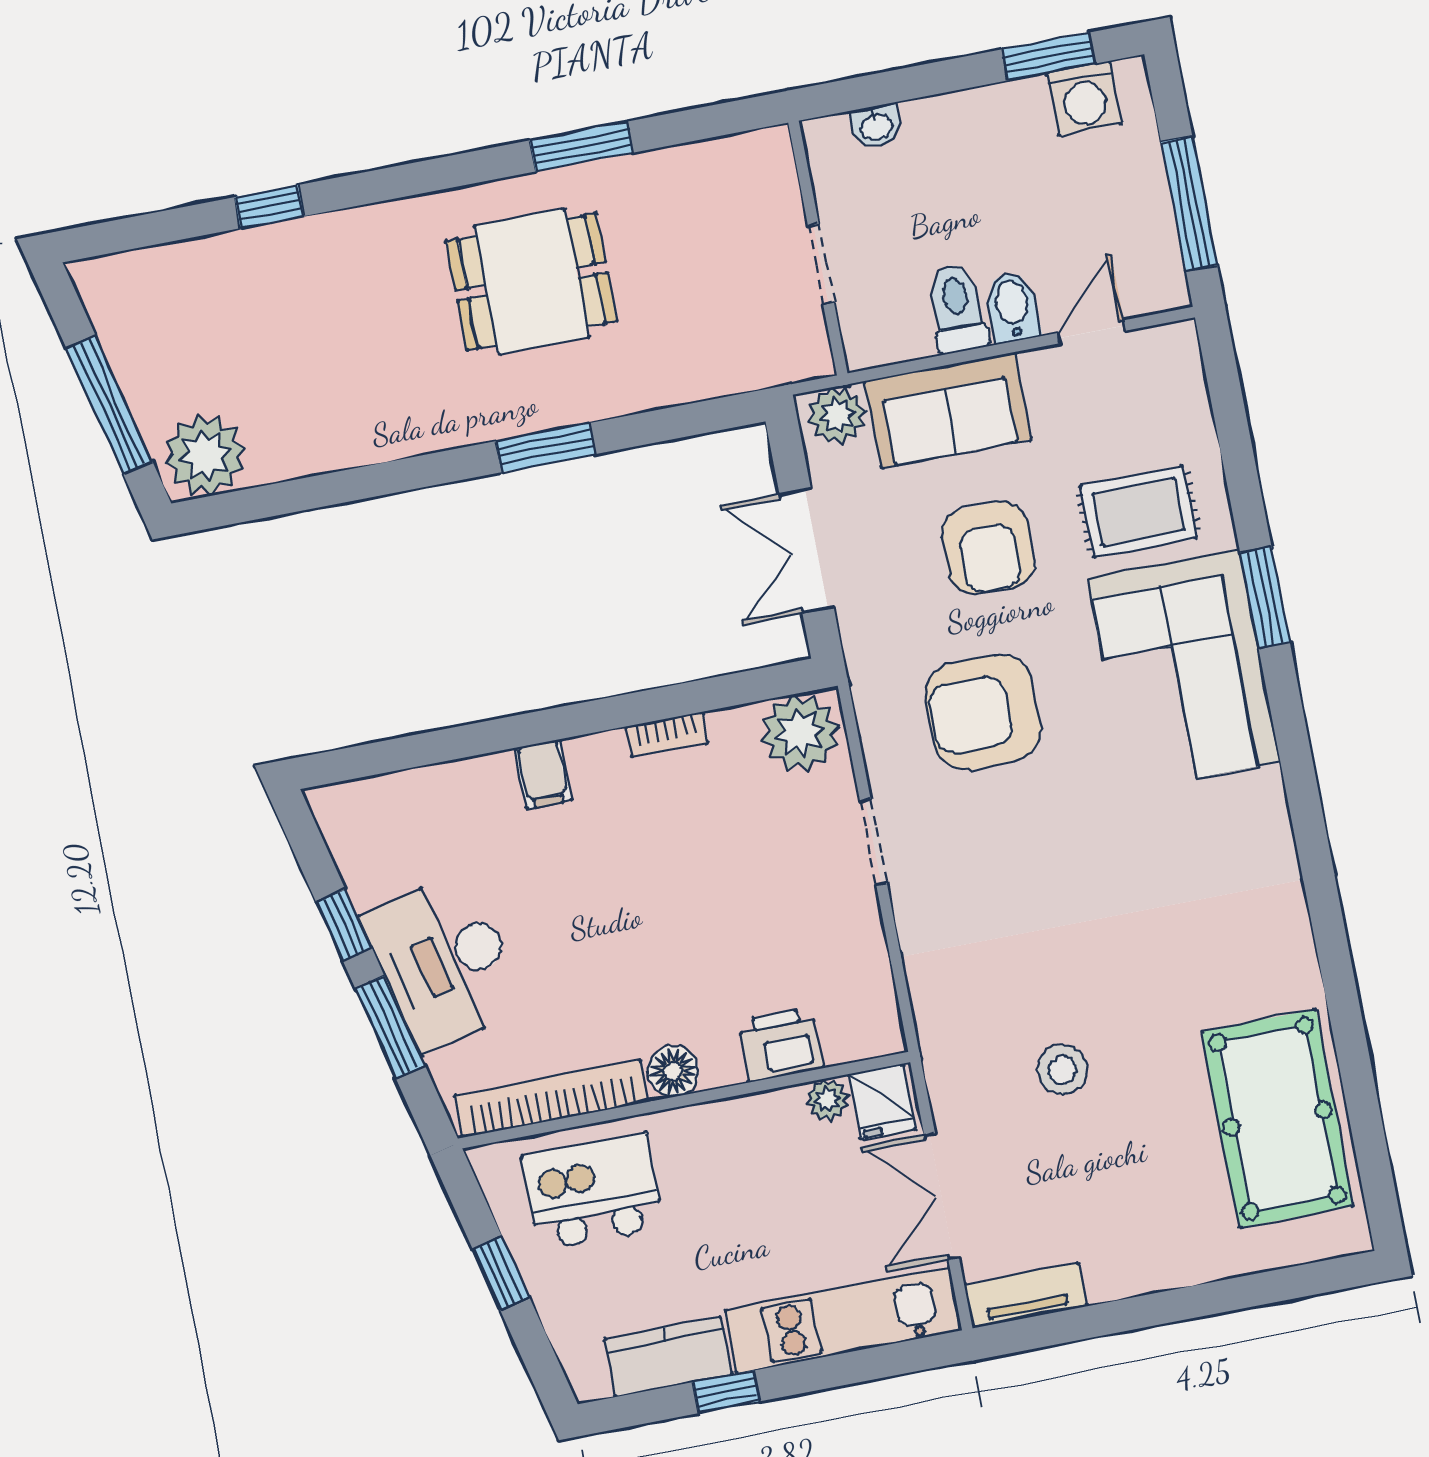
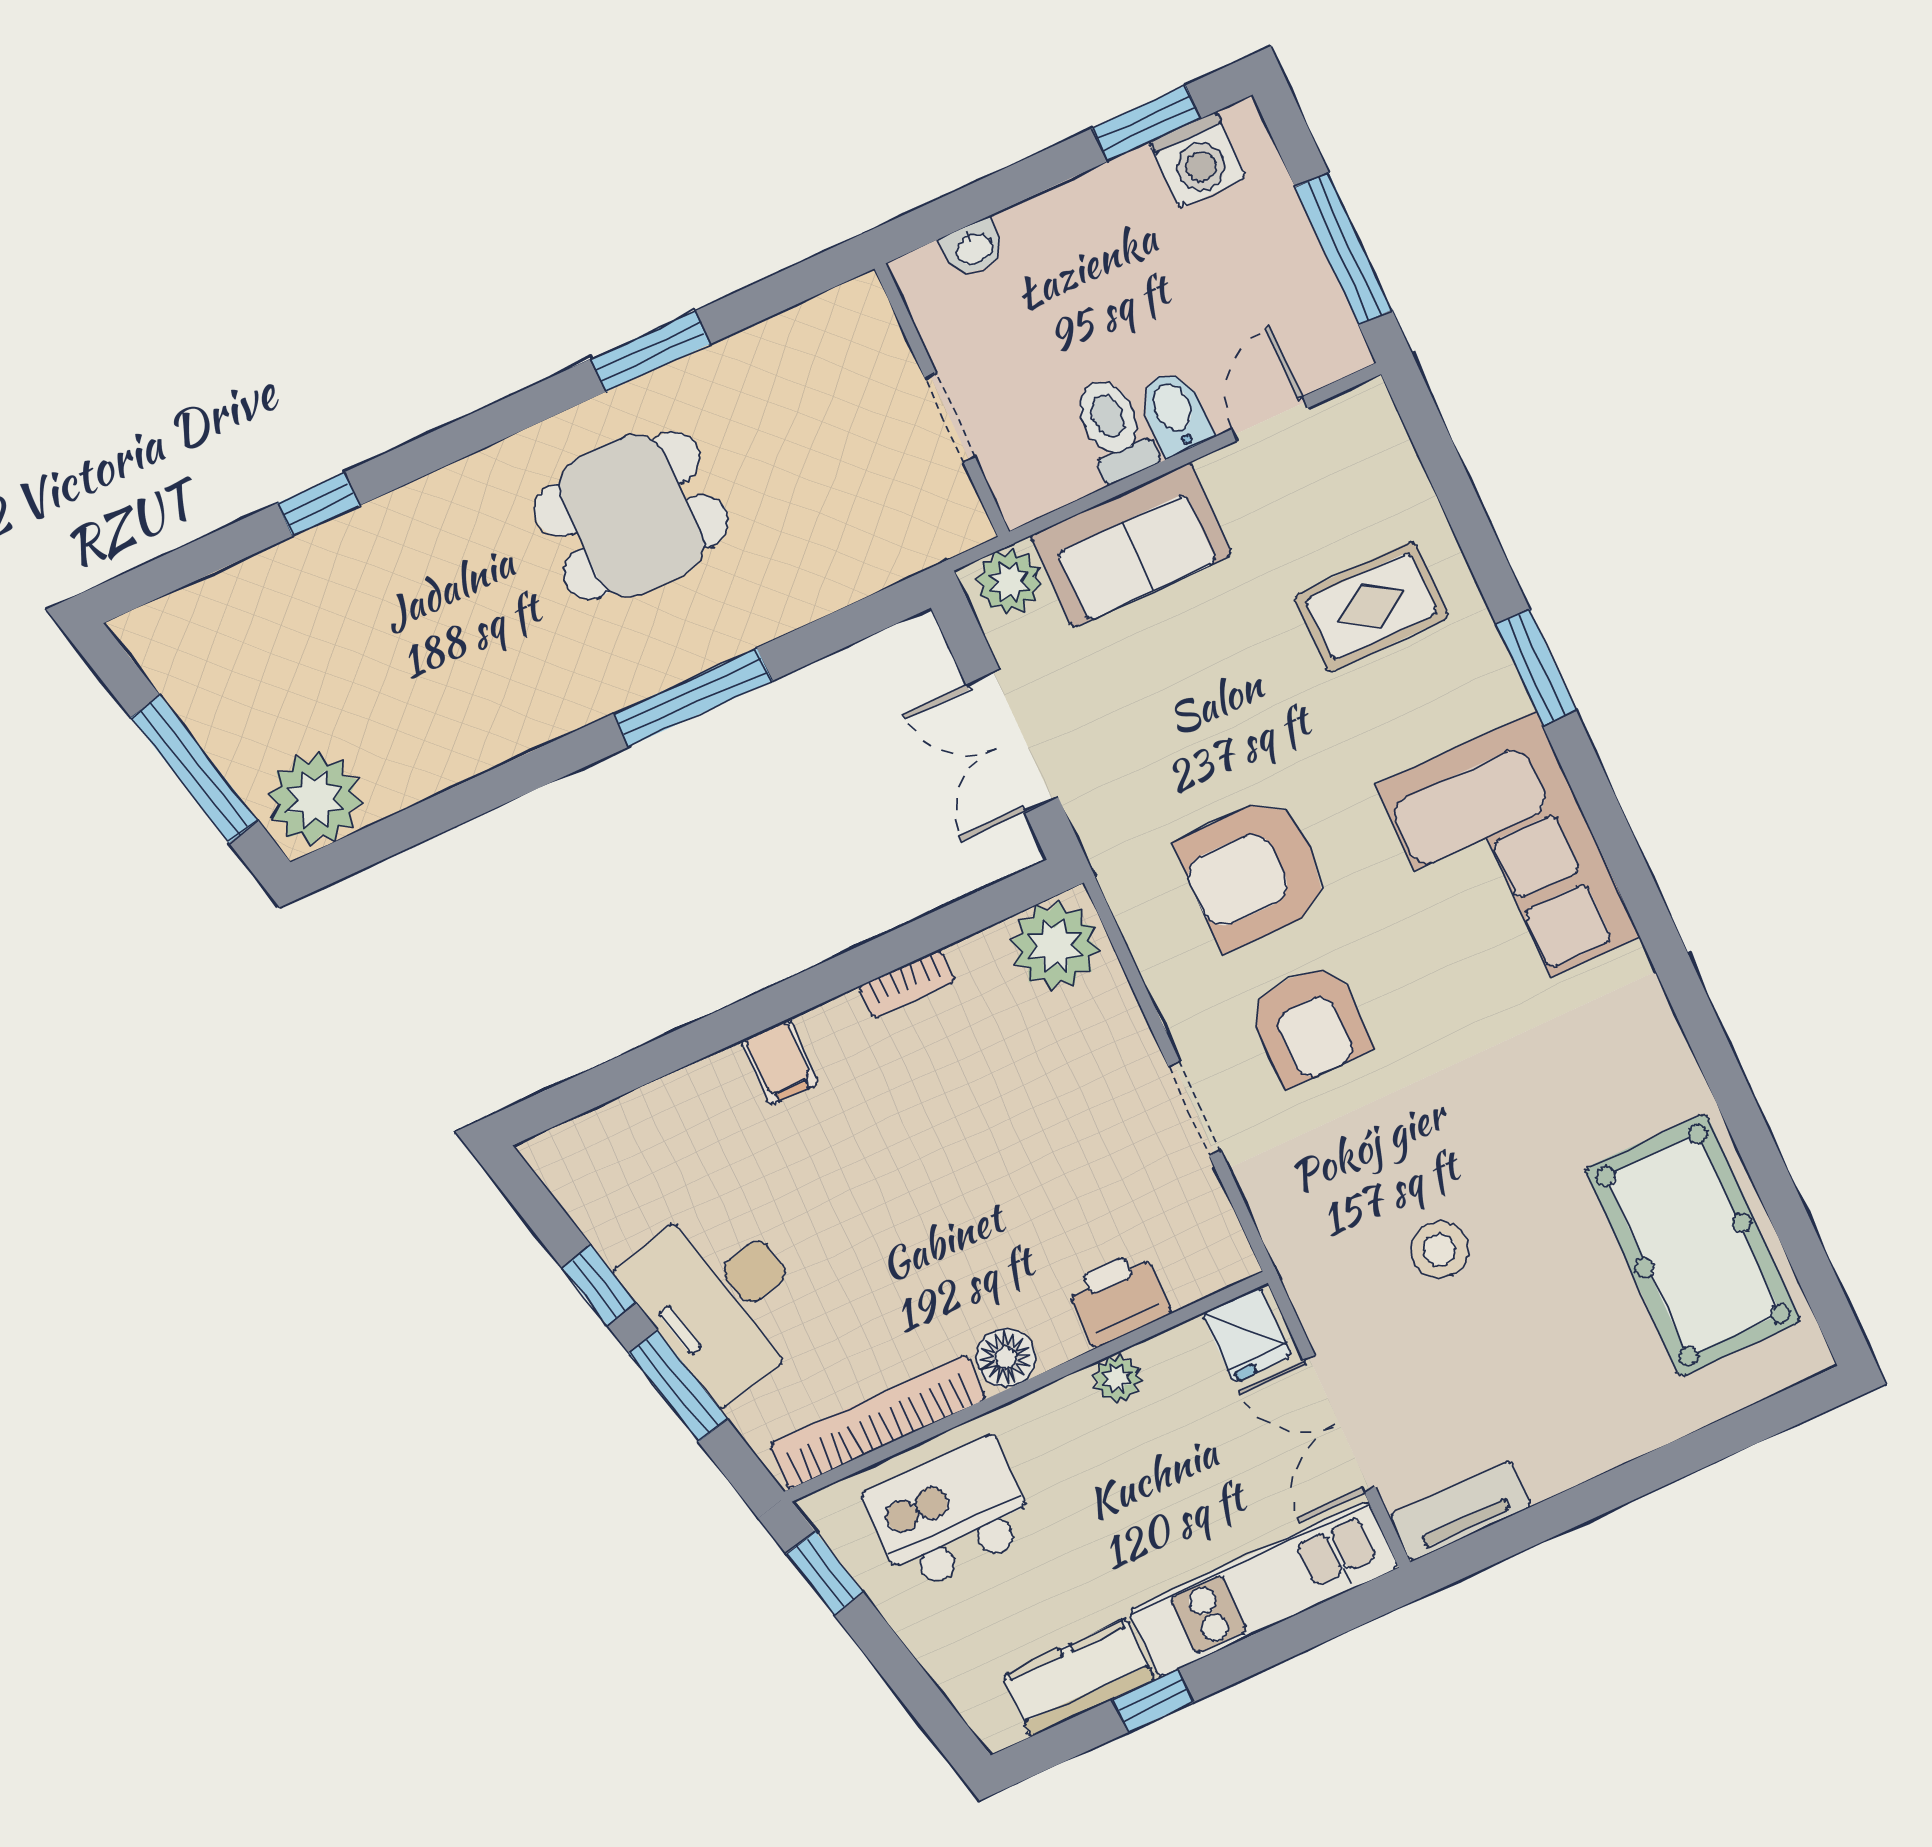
window: (545, 448) -> (693, 697), width x1.44
armchair: (988, 548) -> (1309, 1024), moved
corner sofa: (1184, 670) -> (1507, 861), moved
doorway: (873, 842) -> (1195, 1108), moved
plant: (827, 1100) -> (1117, 1379), moved
window: (501, 1273) -> (825, 1574), moved

